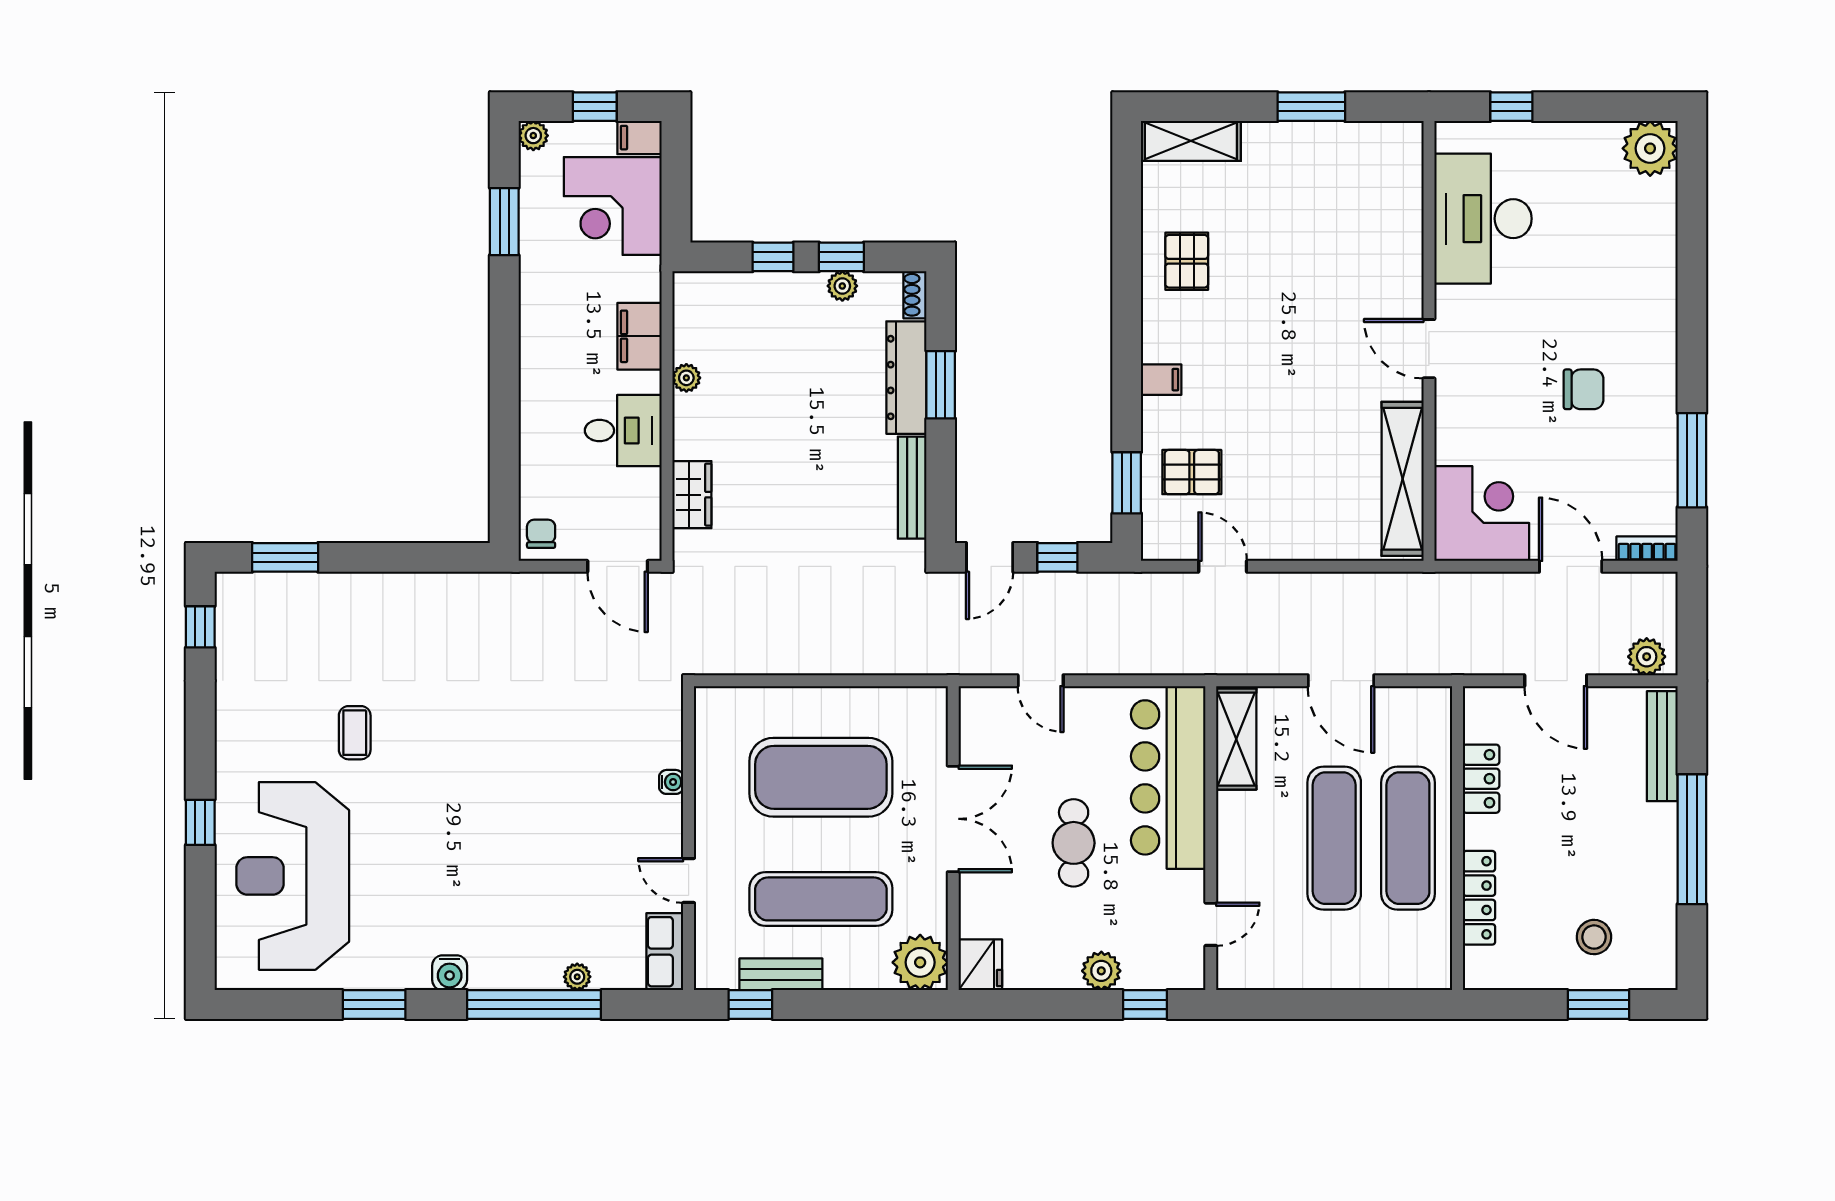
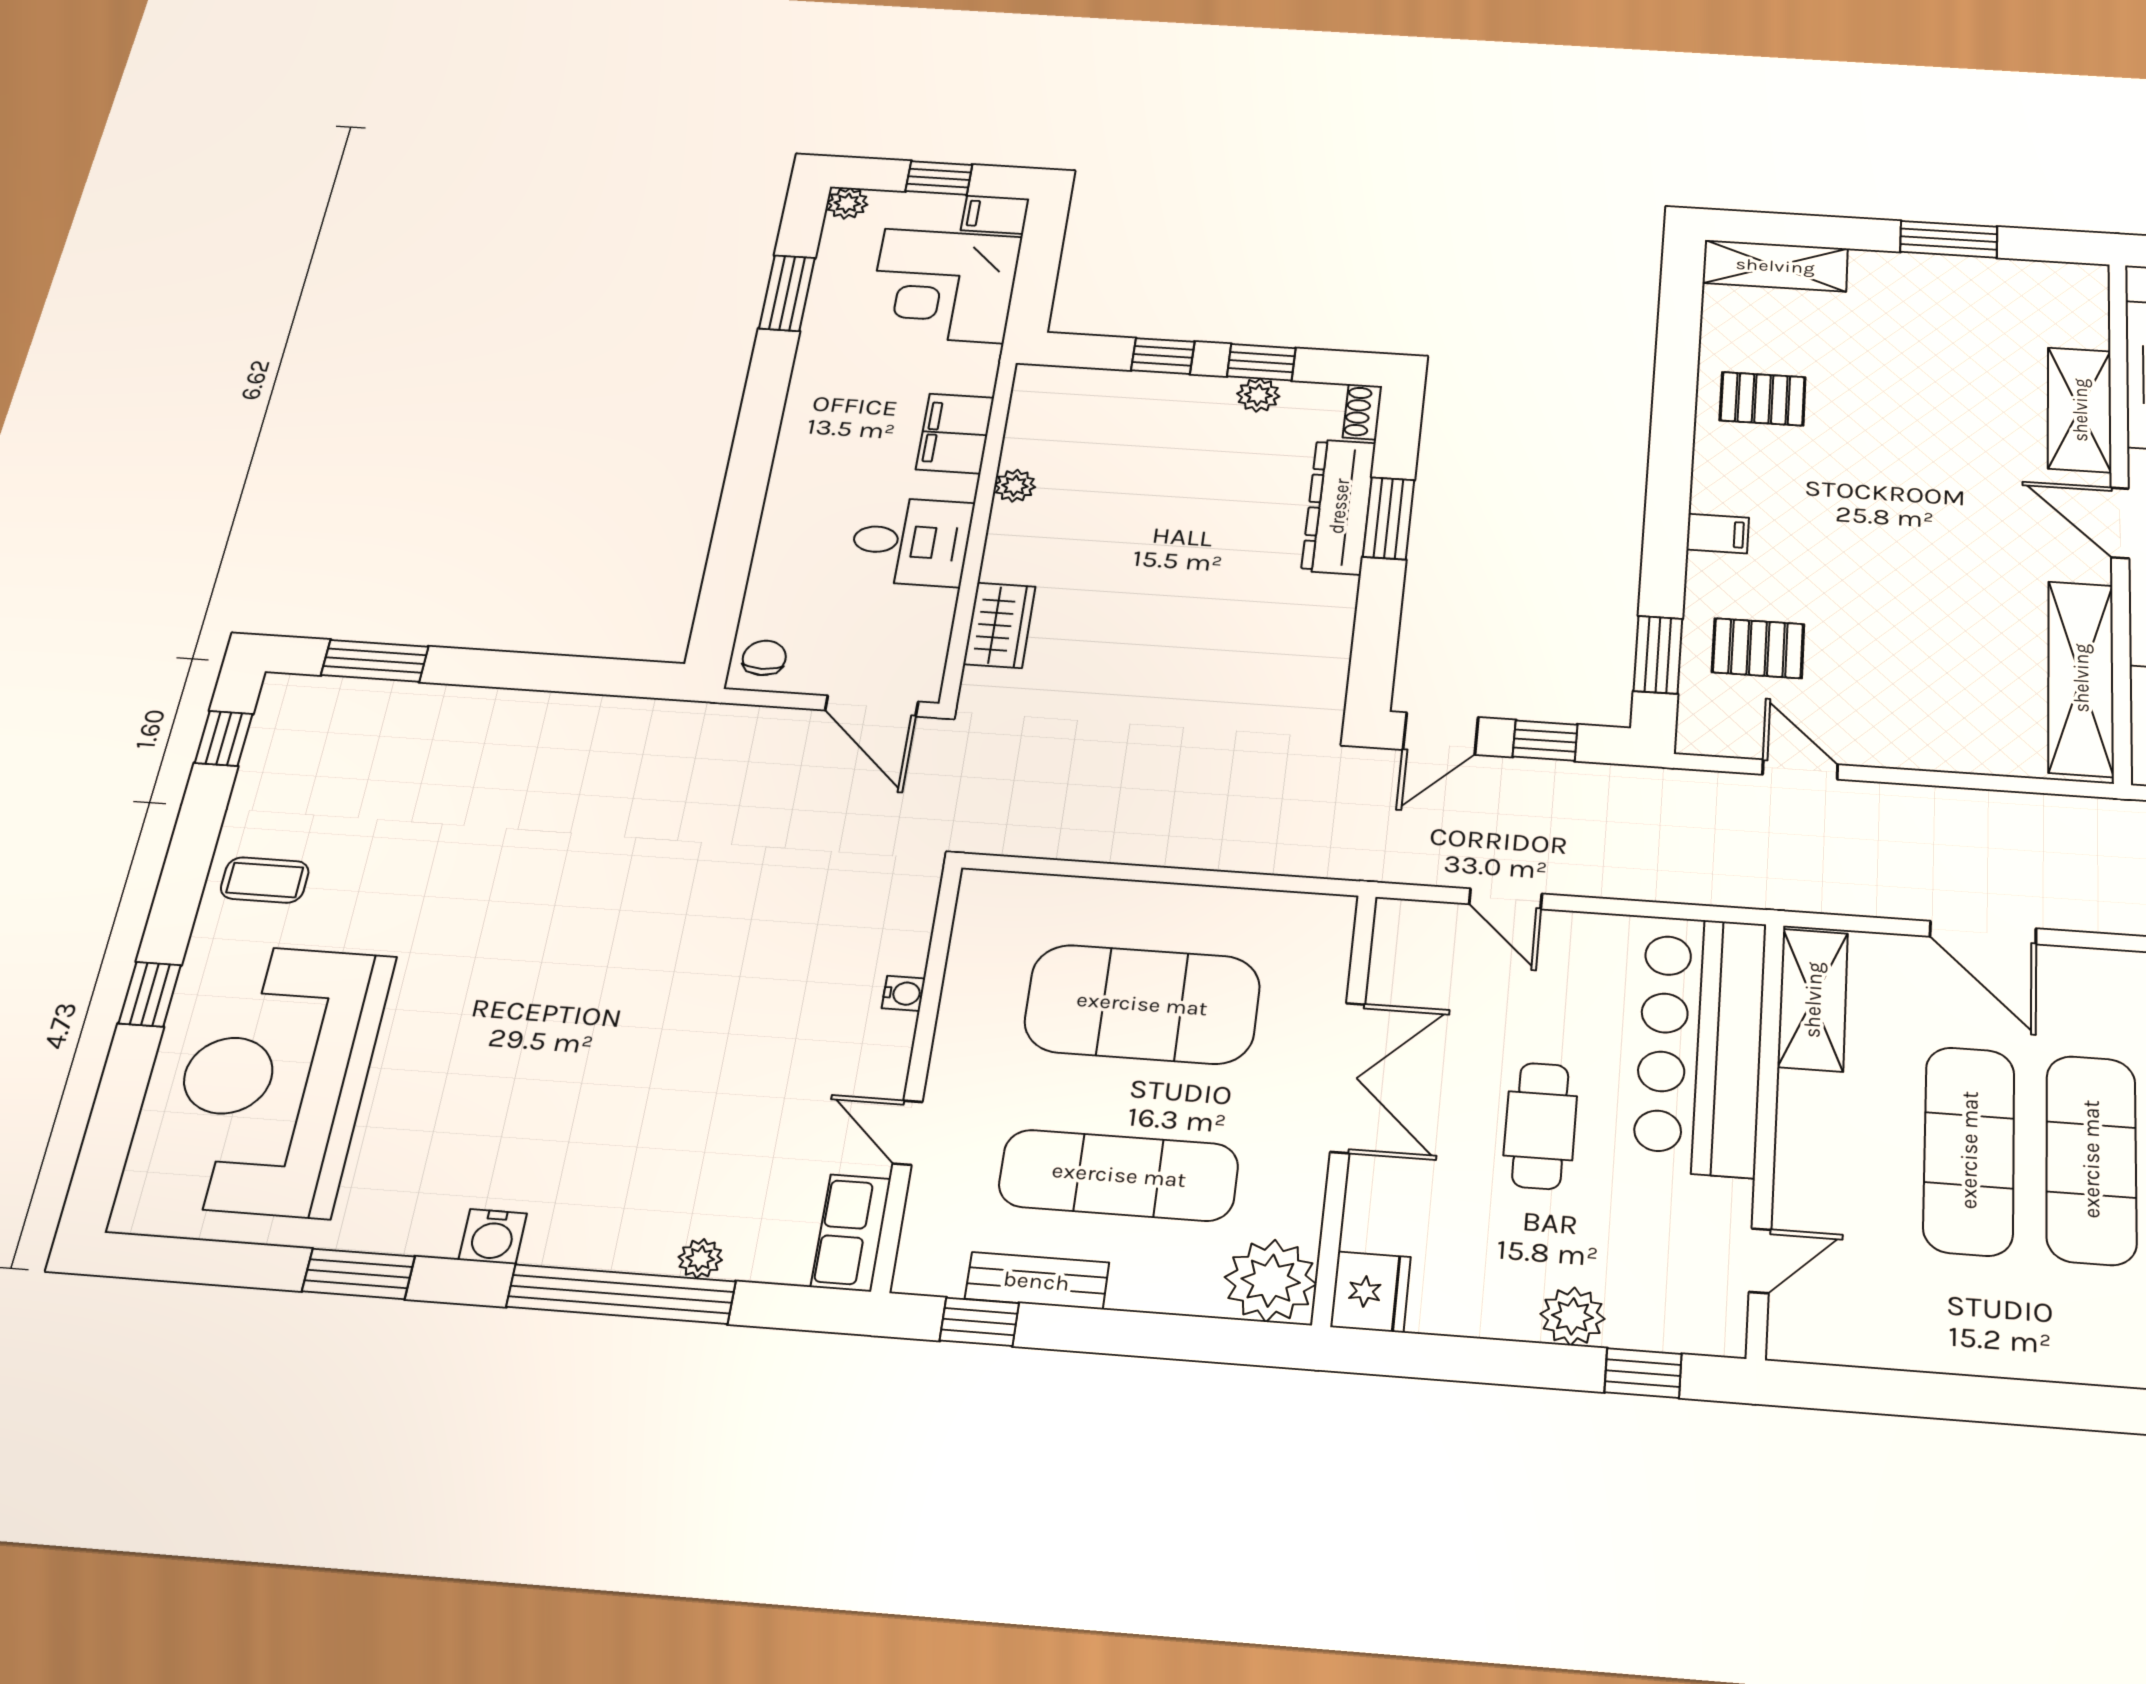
shelving: (1402, 253) -> (2080, 410), added
pallet: (1187, 261) -> (1763, 399), turned 90
bench: (912, 488) -> (1332, 639), removed
coffee table: (355, 733) -> (265, 880), moved, turned 90

